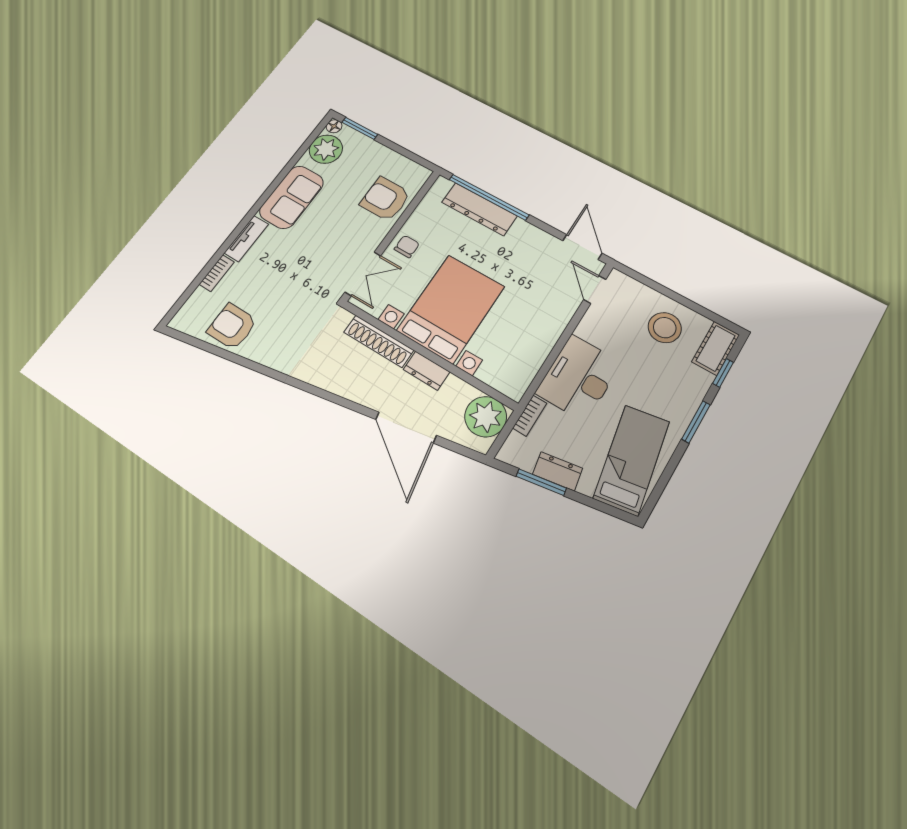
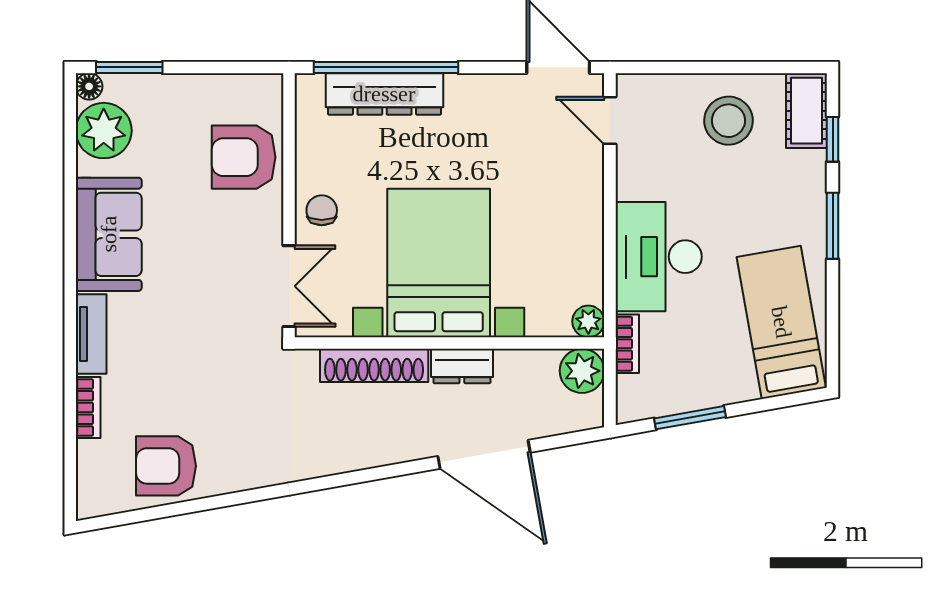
plant: (515, 389) -> (588, 321), added
plant: (486, 417) -> (582, 371), width x0.73, depth x0.73
dresser: (558, 471) -> (702, 392), removed

